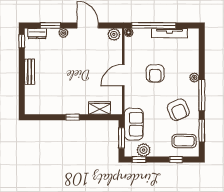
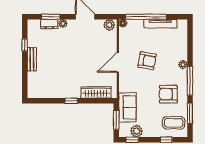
dresser: (37, 33) -> (49, 24), moved
window: (22, 41) -> (25, 45), moved
armchair: (155, 73) -> (147, 61), turned -80
wardrobe: (100, 108) -> (96, 92), width x1.50
armchair: (178, 110) -> (168, 94), turned 113

